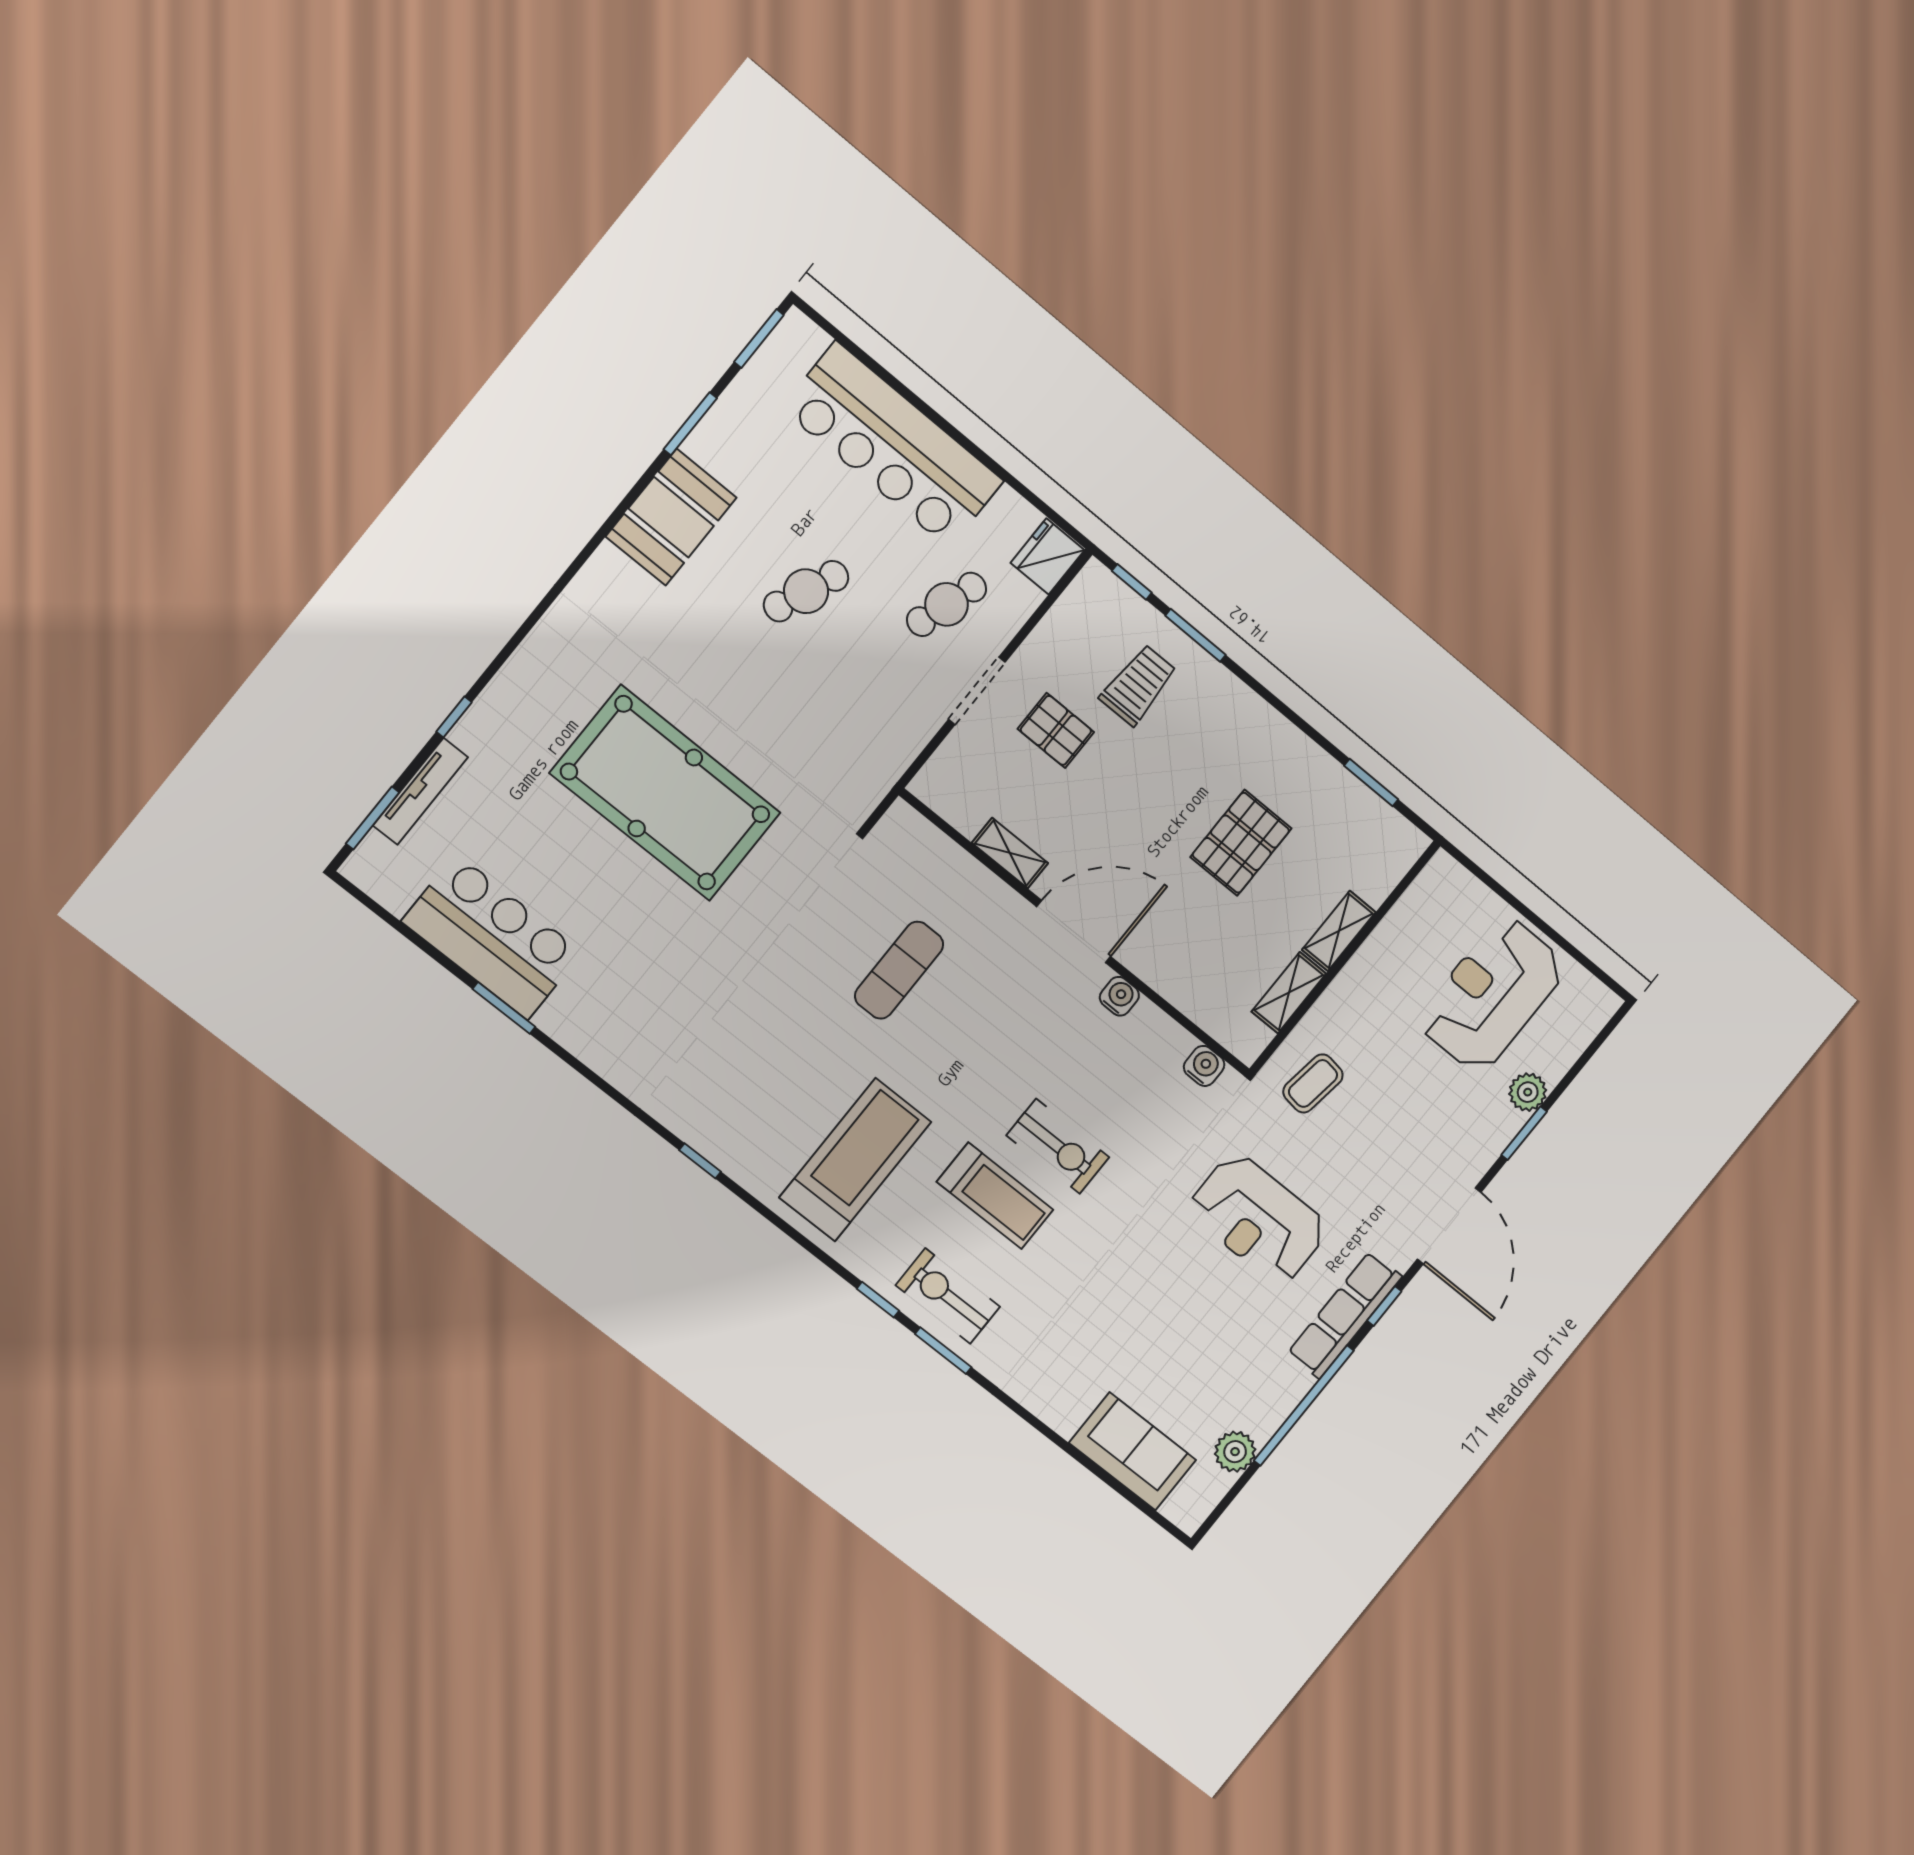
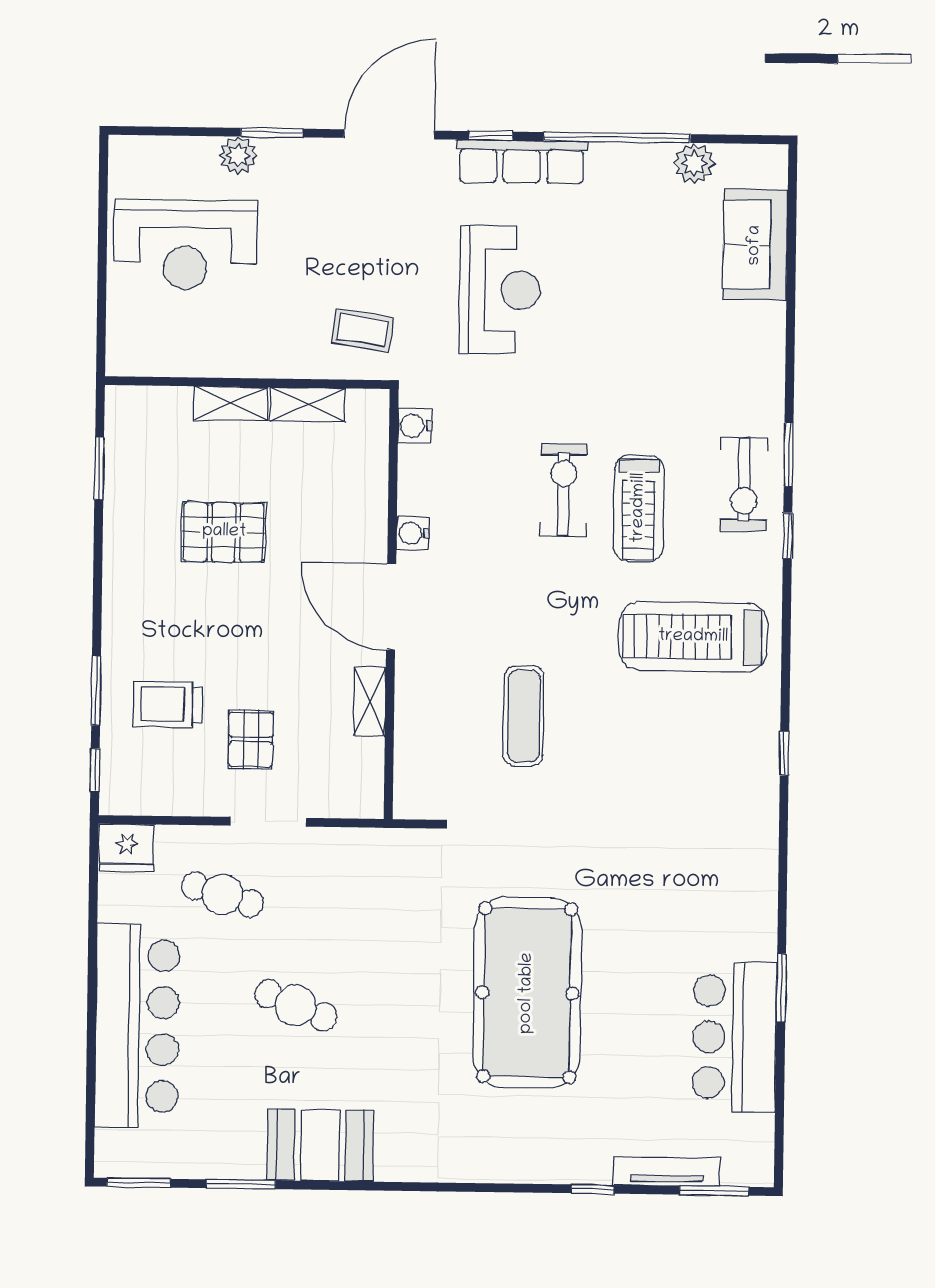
exercise mat: (899, 970) -> (524, 716), turned 90
treadmill: (995, 1196) -> (639, 508), turned 180

